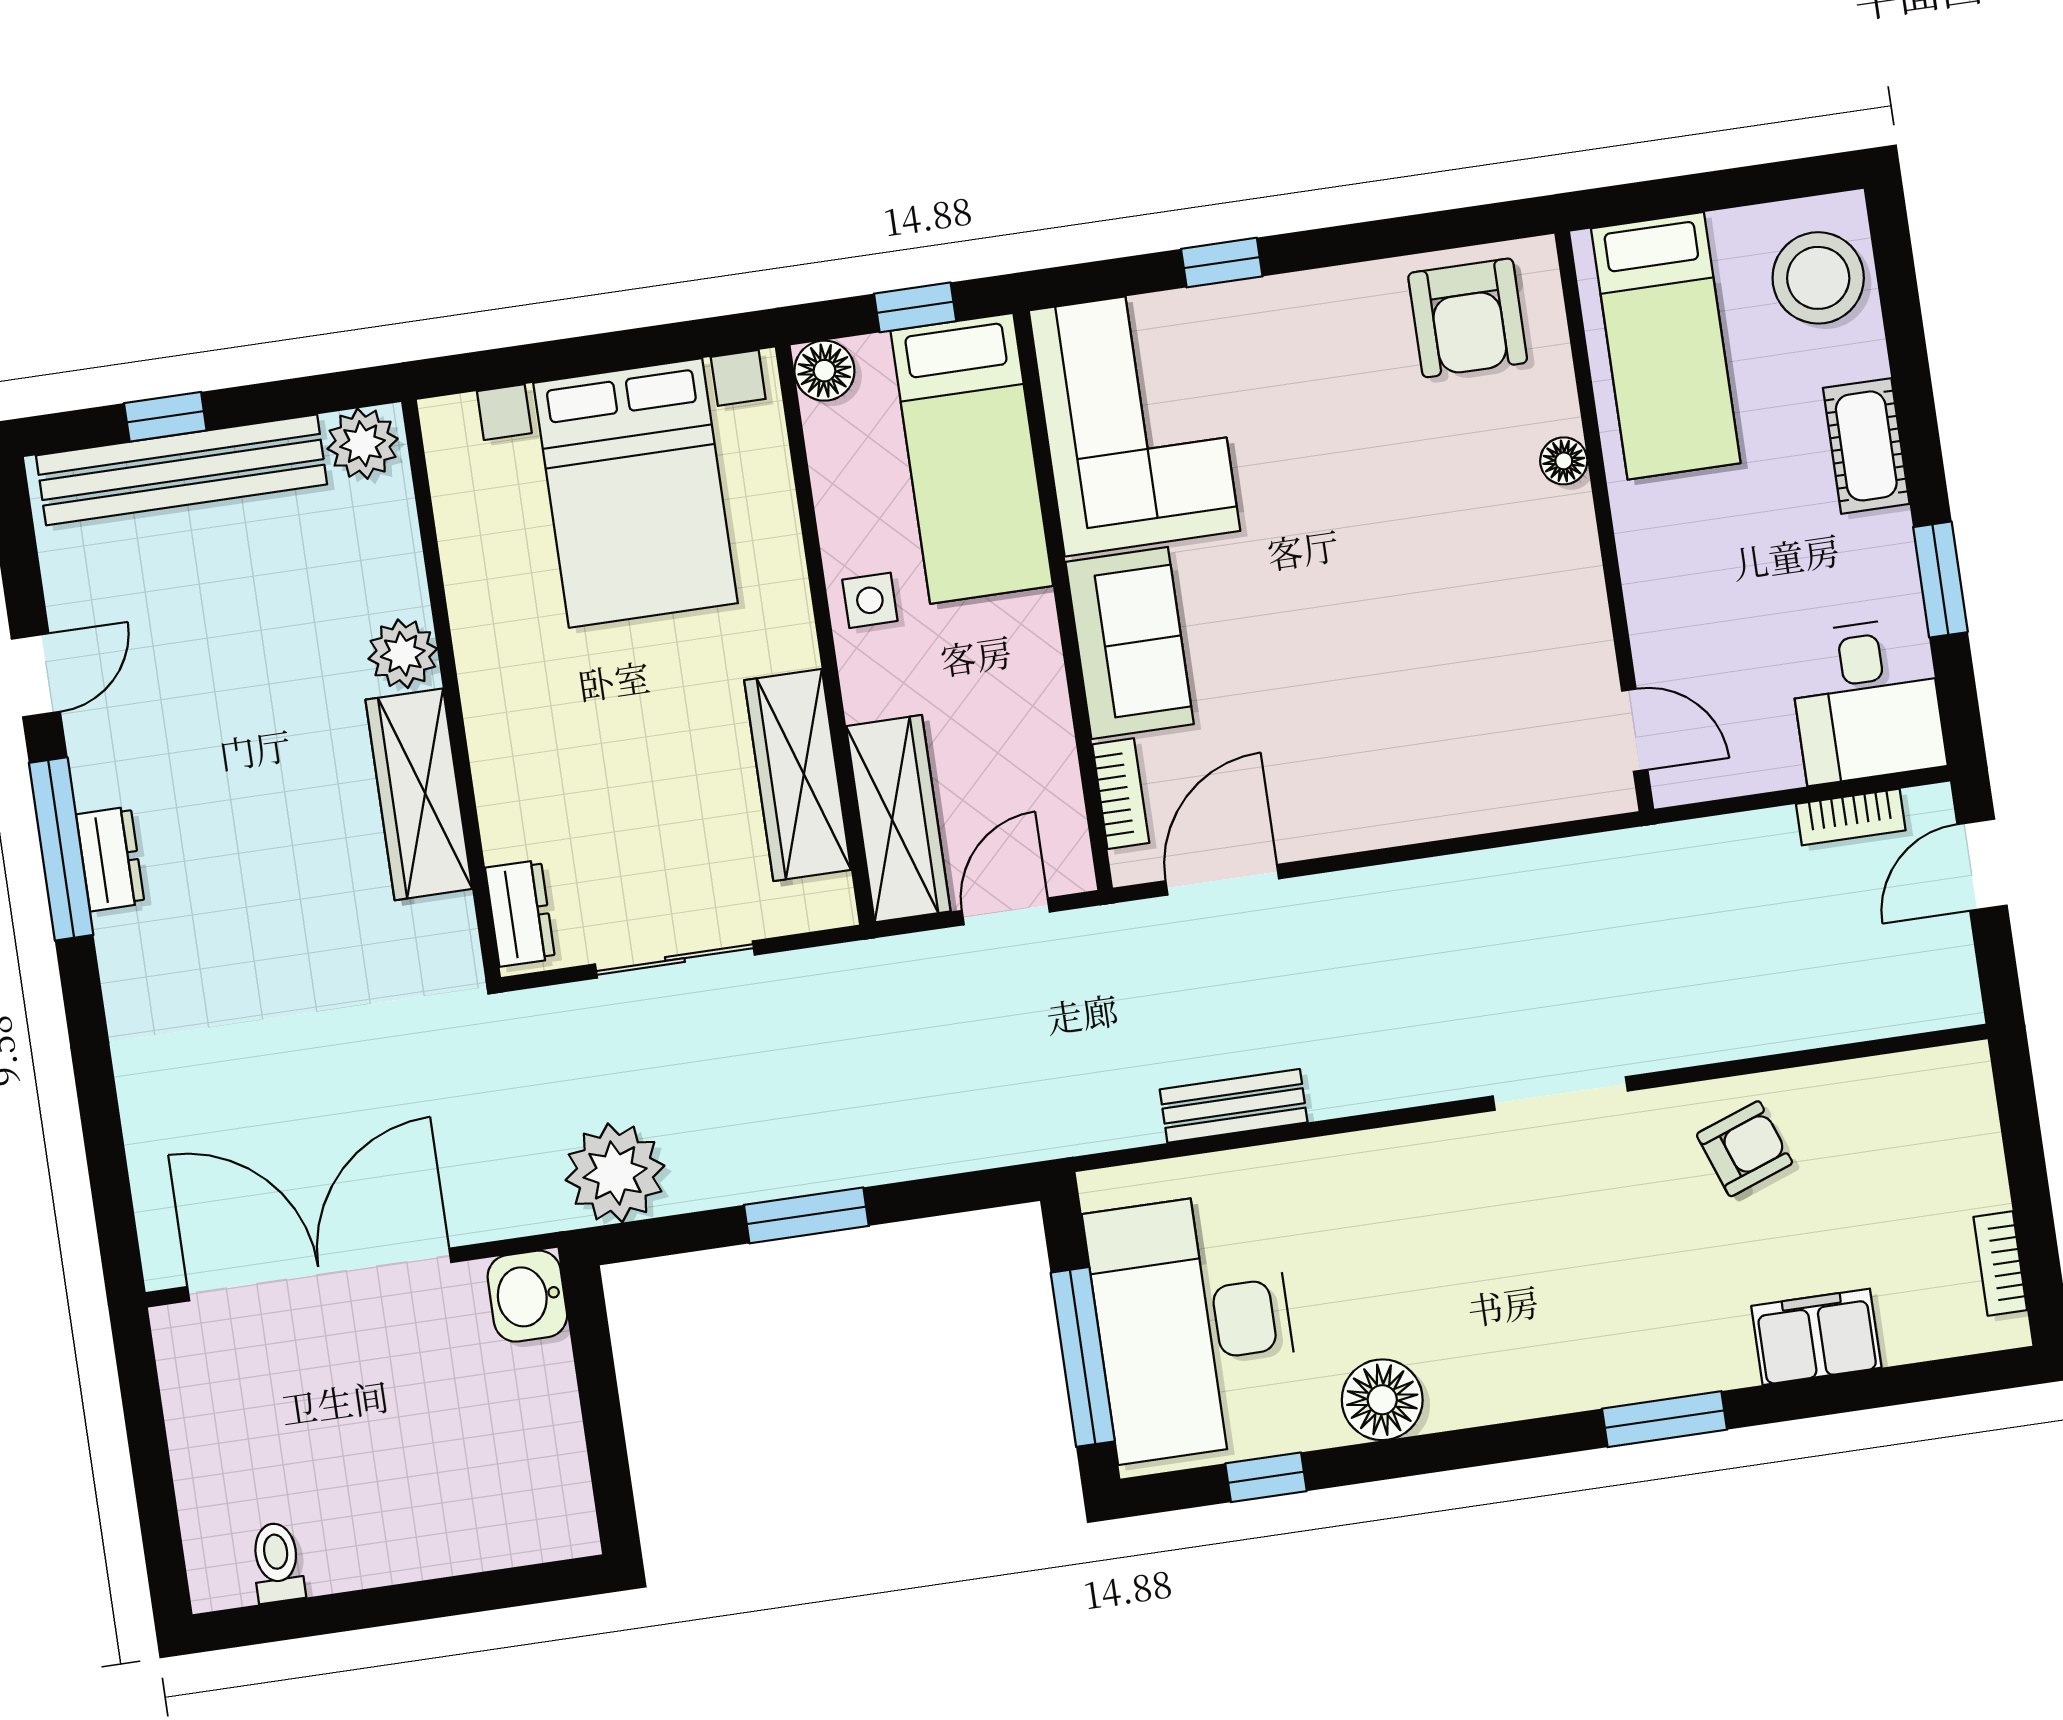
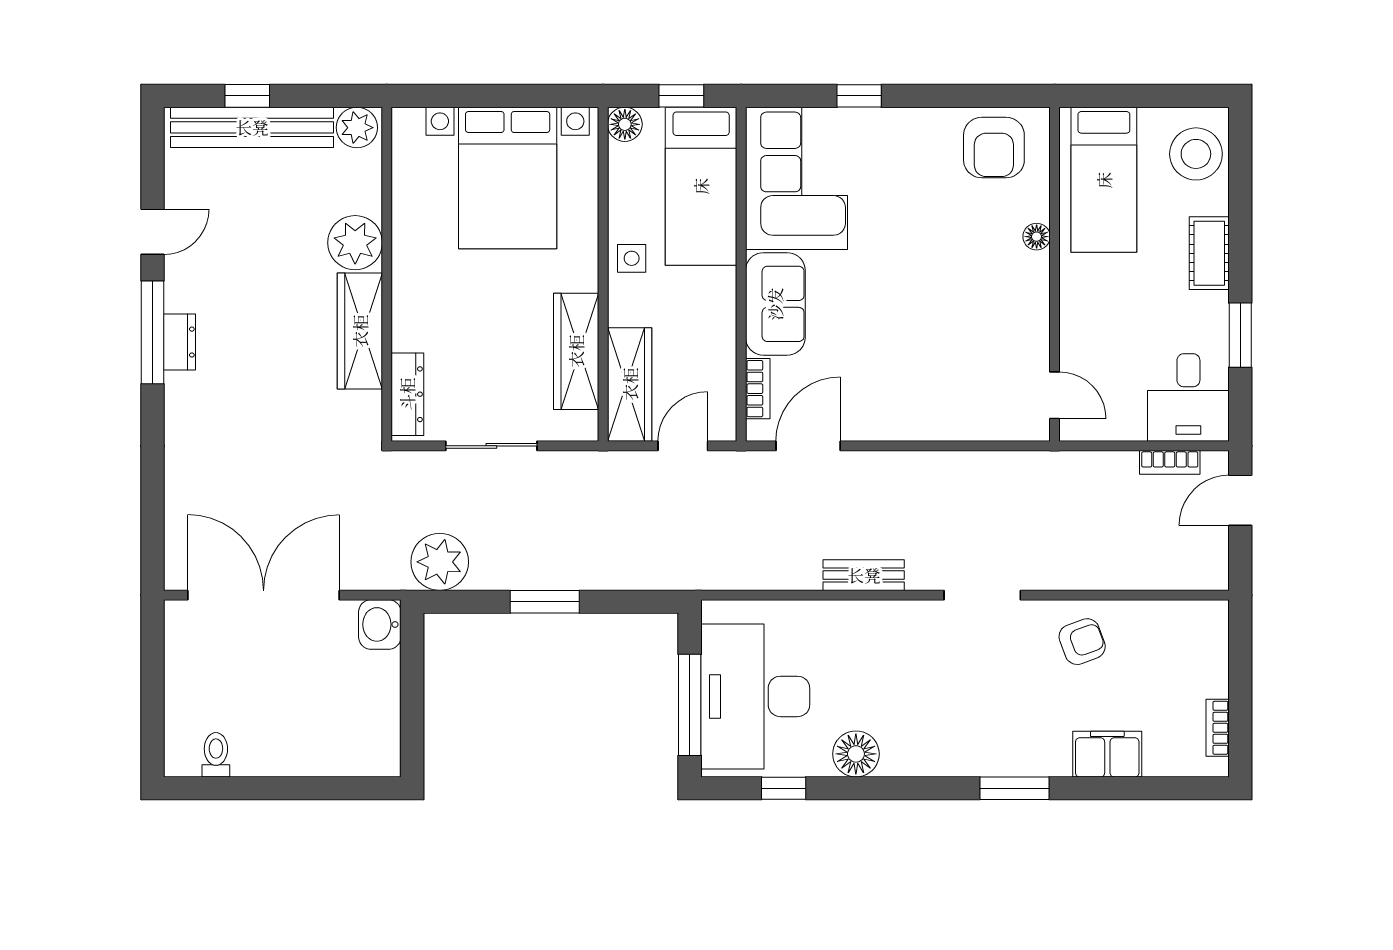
plant: (403, 654) -> (355, 243), width x1.36, depth x1.36
dresser: (520, 913) -> (407, 394), width x1.44
bench: (1234, 1106) -> (864, 575), moved

